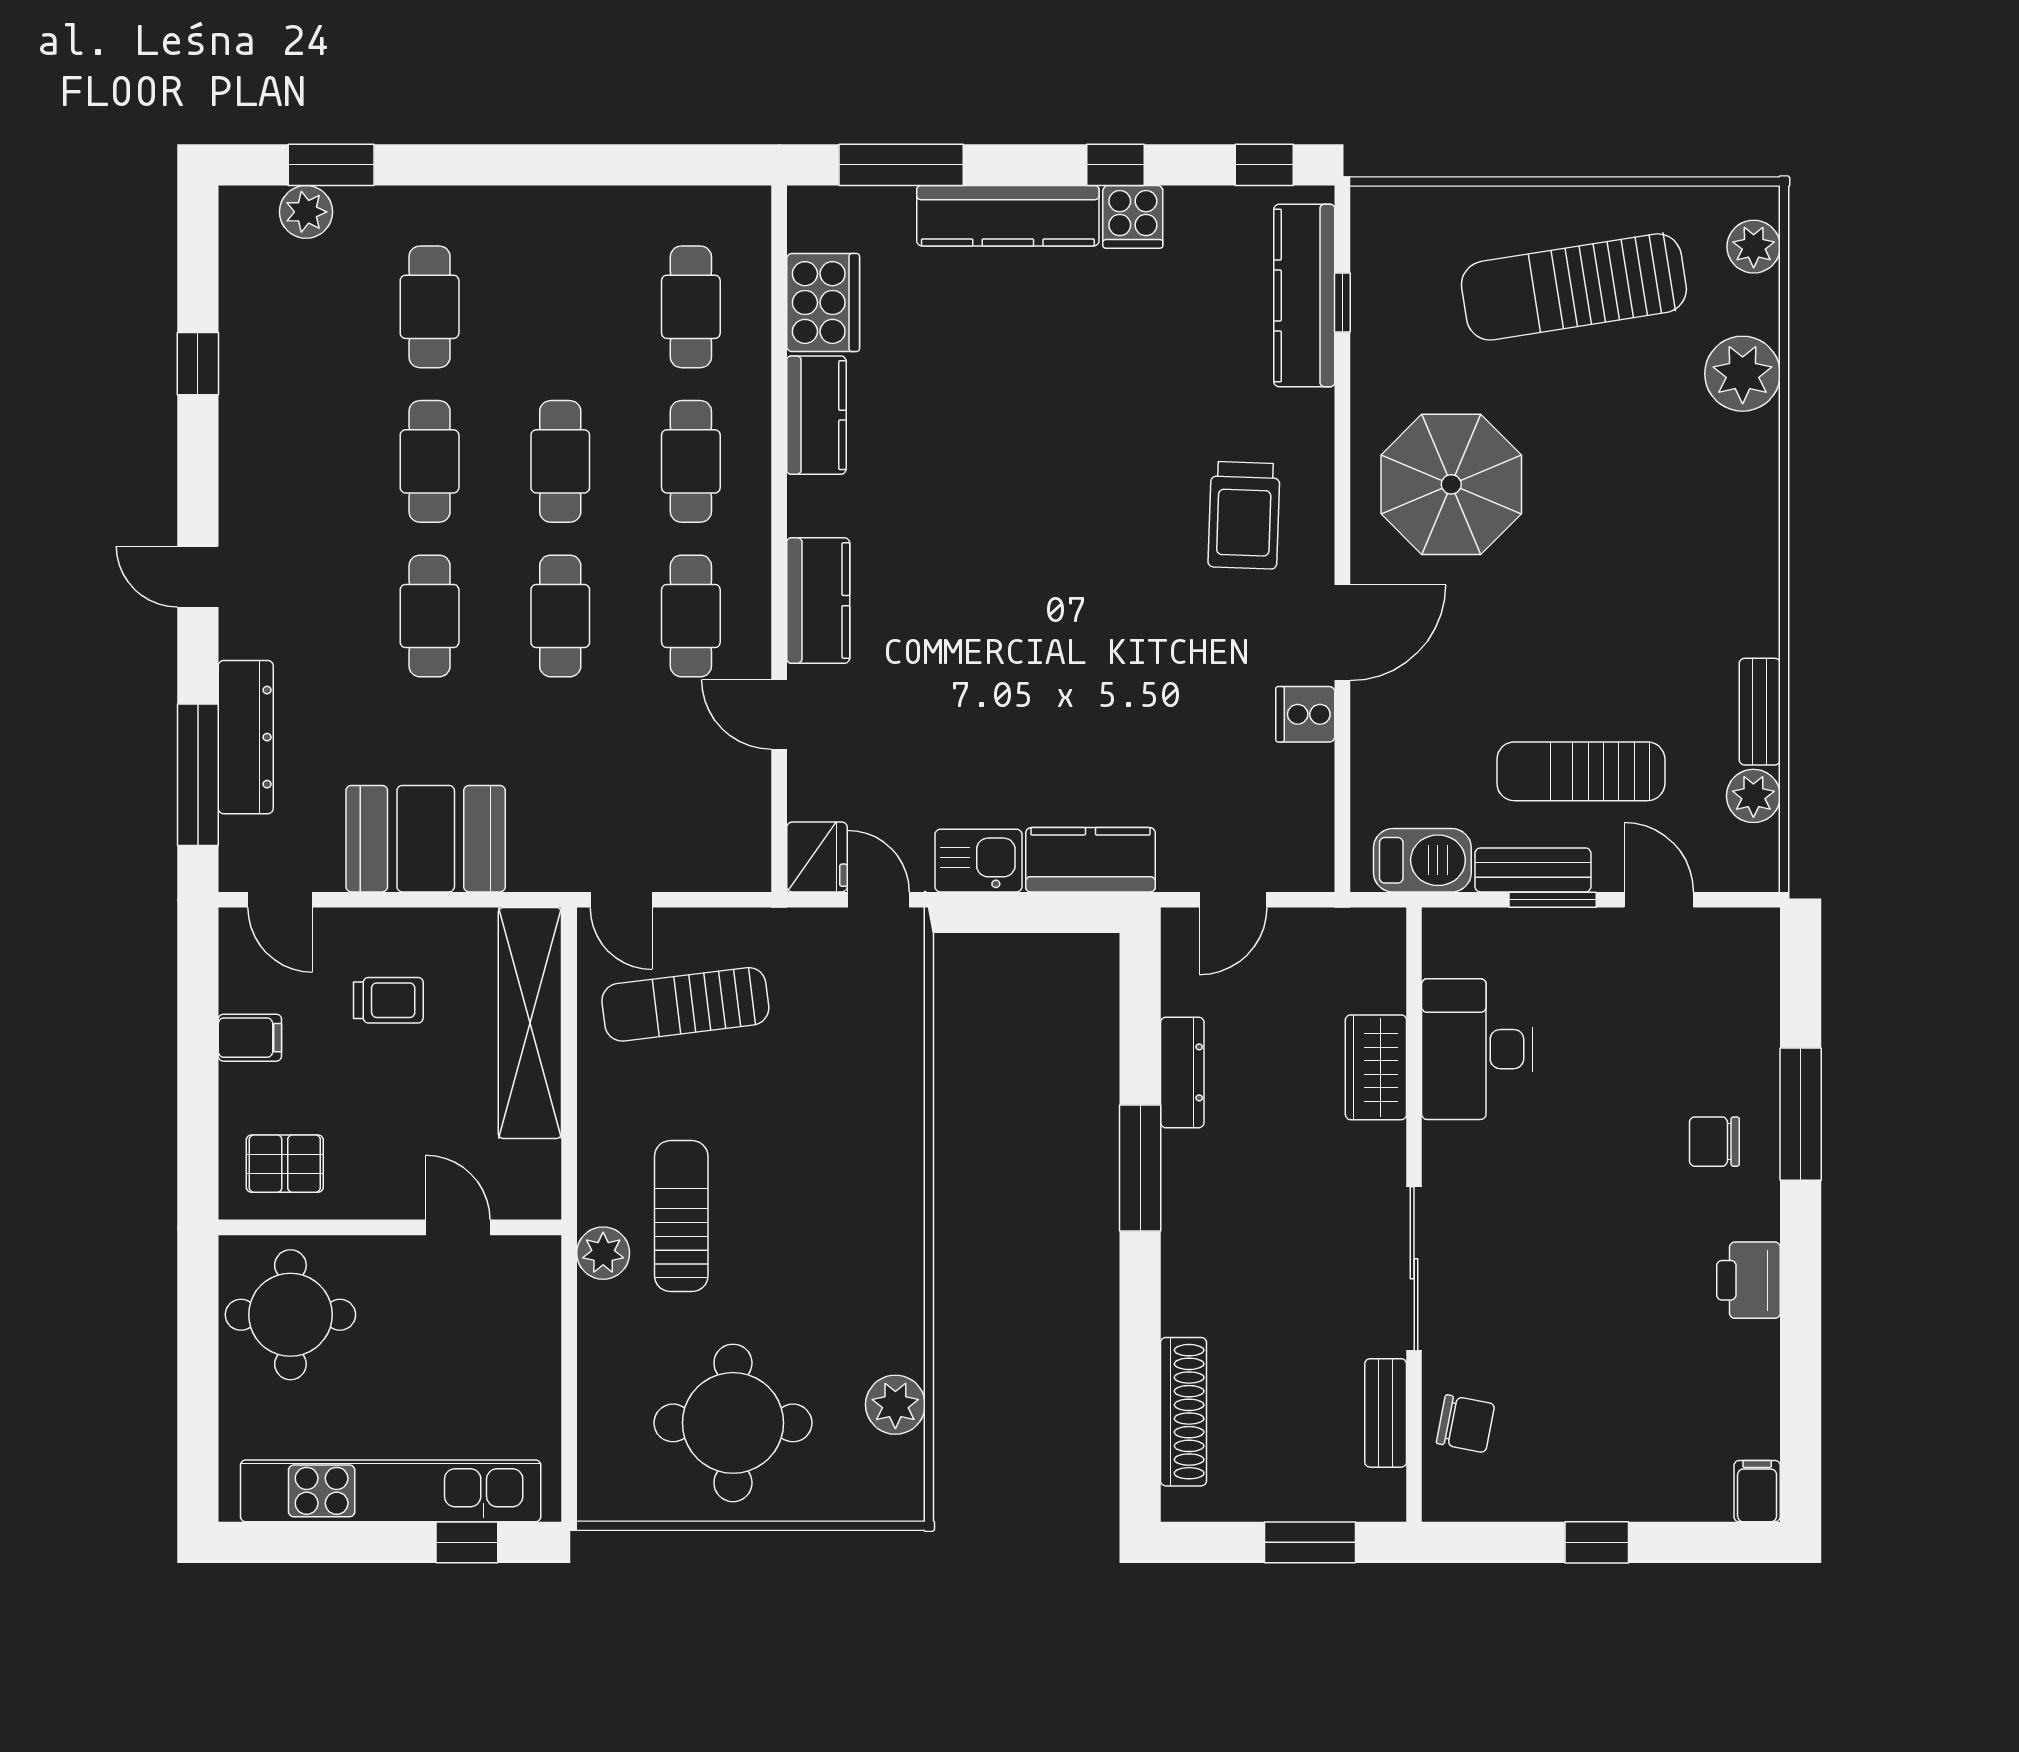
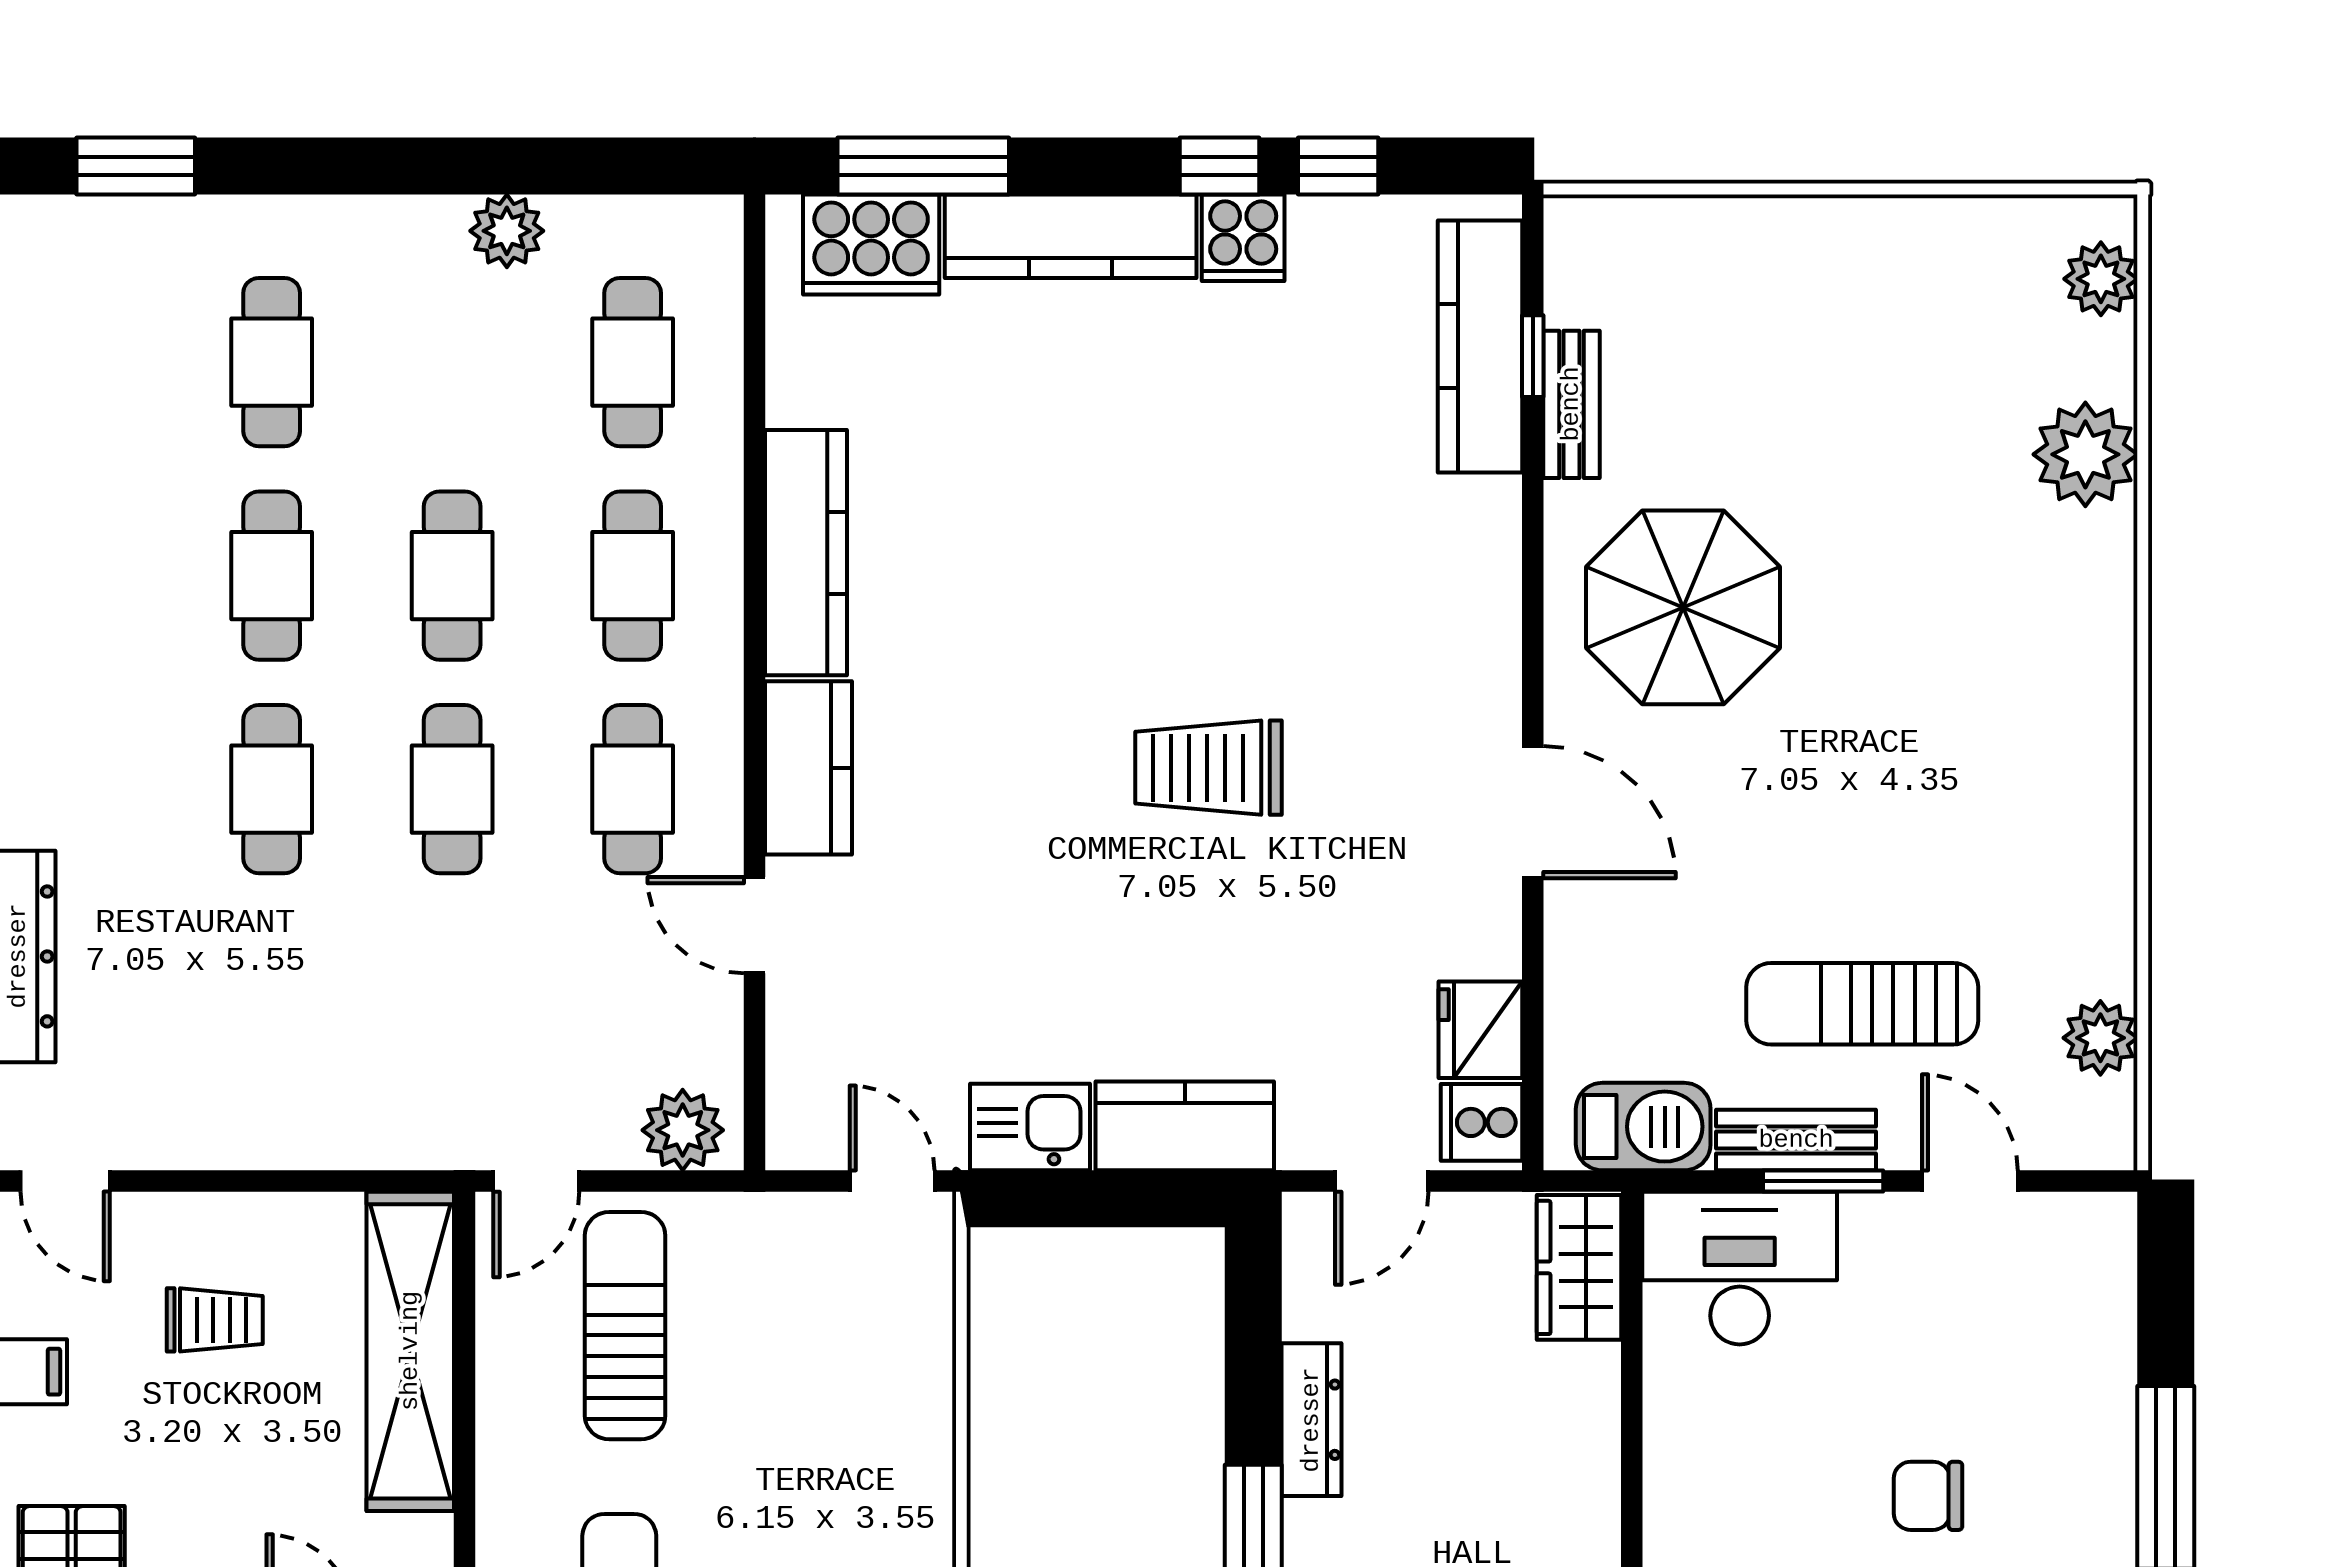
window: (1264, 165) -> (1338, 166), moved
plant: (306, 212) -> (507, 231), moved
sun lounger: (1574, 287) -> (1853, 335), removed
cooker: (823, 303) -> (871, 244), moved, turned 90
kitchen counter: (816, 415) -> (806, 553), width x1.50
trolley: (1244, 515) -> (1209, 768), moved, turned 88
door: (1342, 633) -> (1533, 812), hinge flipped
bench: (1760, 712) -> (1571, 404), moved
cooker: (1305, 714) -> (1481, 1122), moved
booth: (426, 839) -> (266, 1097), removed
fridge: (817, 857) -> (1480, 1030), moved, turned 180
plant: (727, 863) -> (683, 1130), added
door: (621, 900) -> (536, 1181), hinge flipped
sun lounger: (685, 1004) -> (625, 1326), turned 97
desk: (1477, 1049) -> (1740, 1268), moved, turned 90
wardrobe: (1376, 1067) -> (1579, 1267), moved
chair: (1714, 1142) -> (1928, 1496), moved

